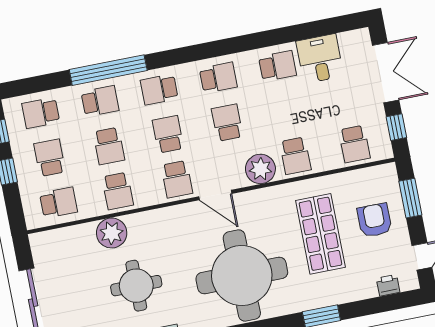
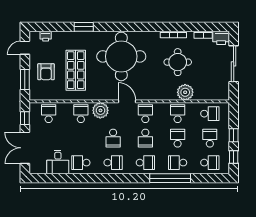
school desk: (218, 78) -> (113, 163), turned 180
school desk: (50, 158) -> (210, 138), turned 180
school desk: (59, 203) -> (210, 114), turned 180

